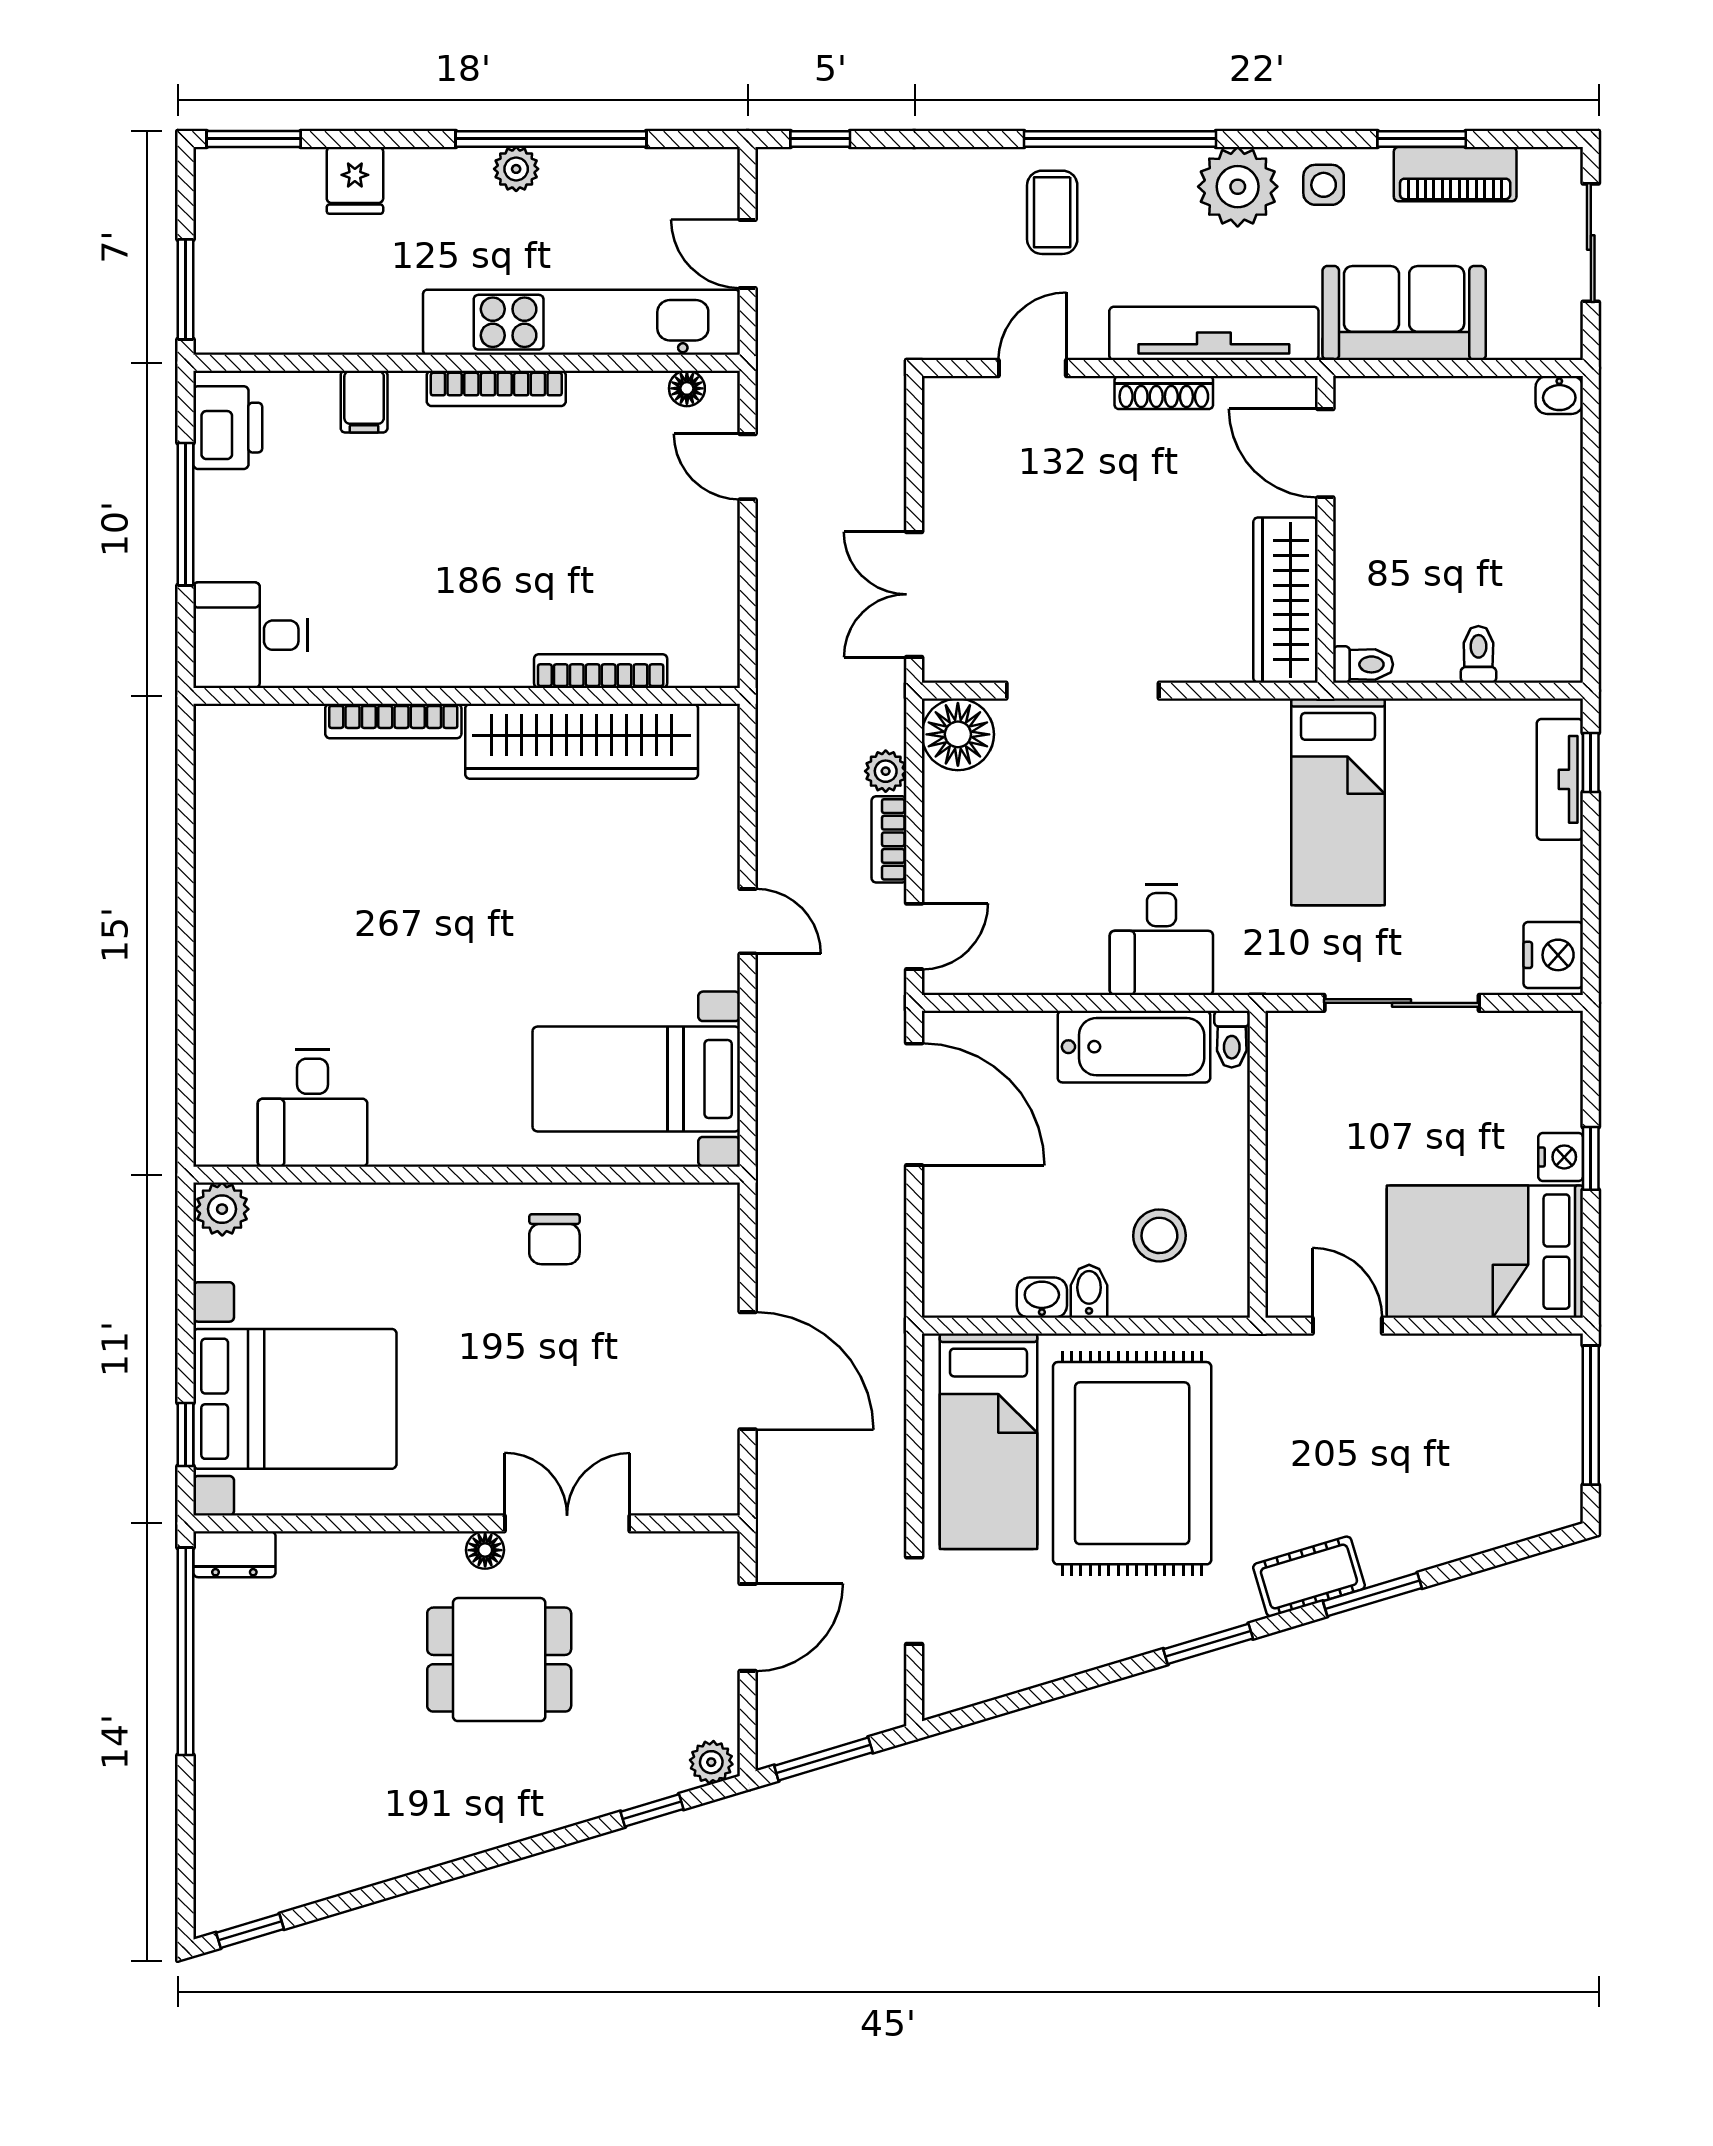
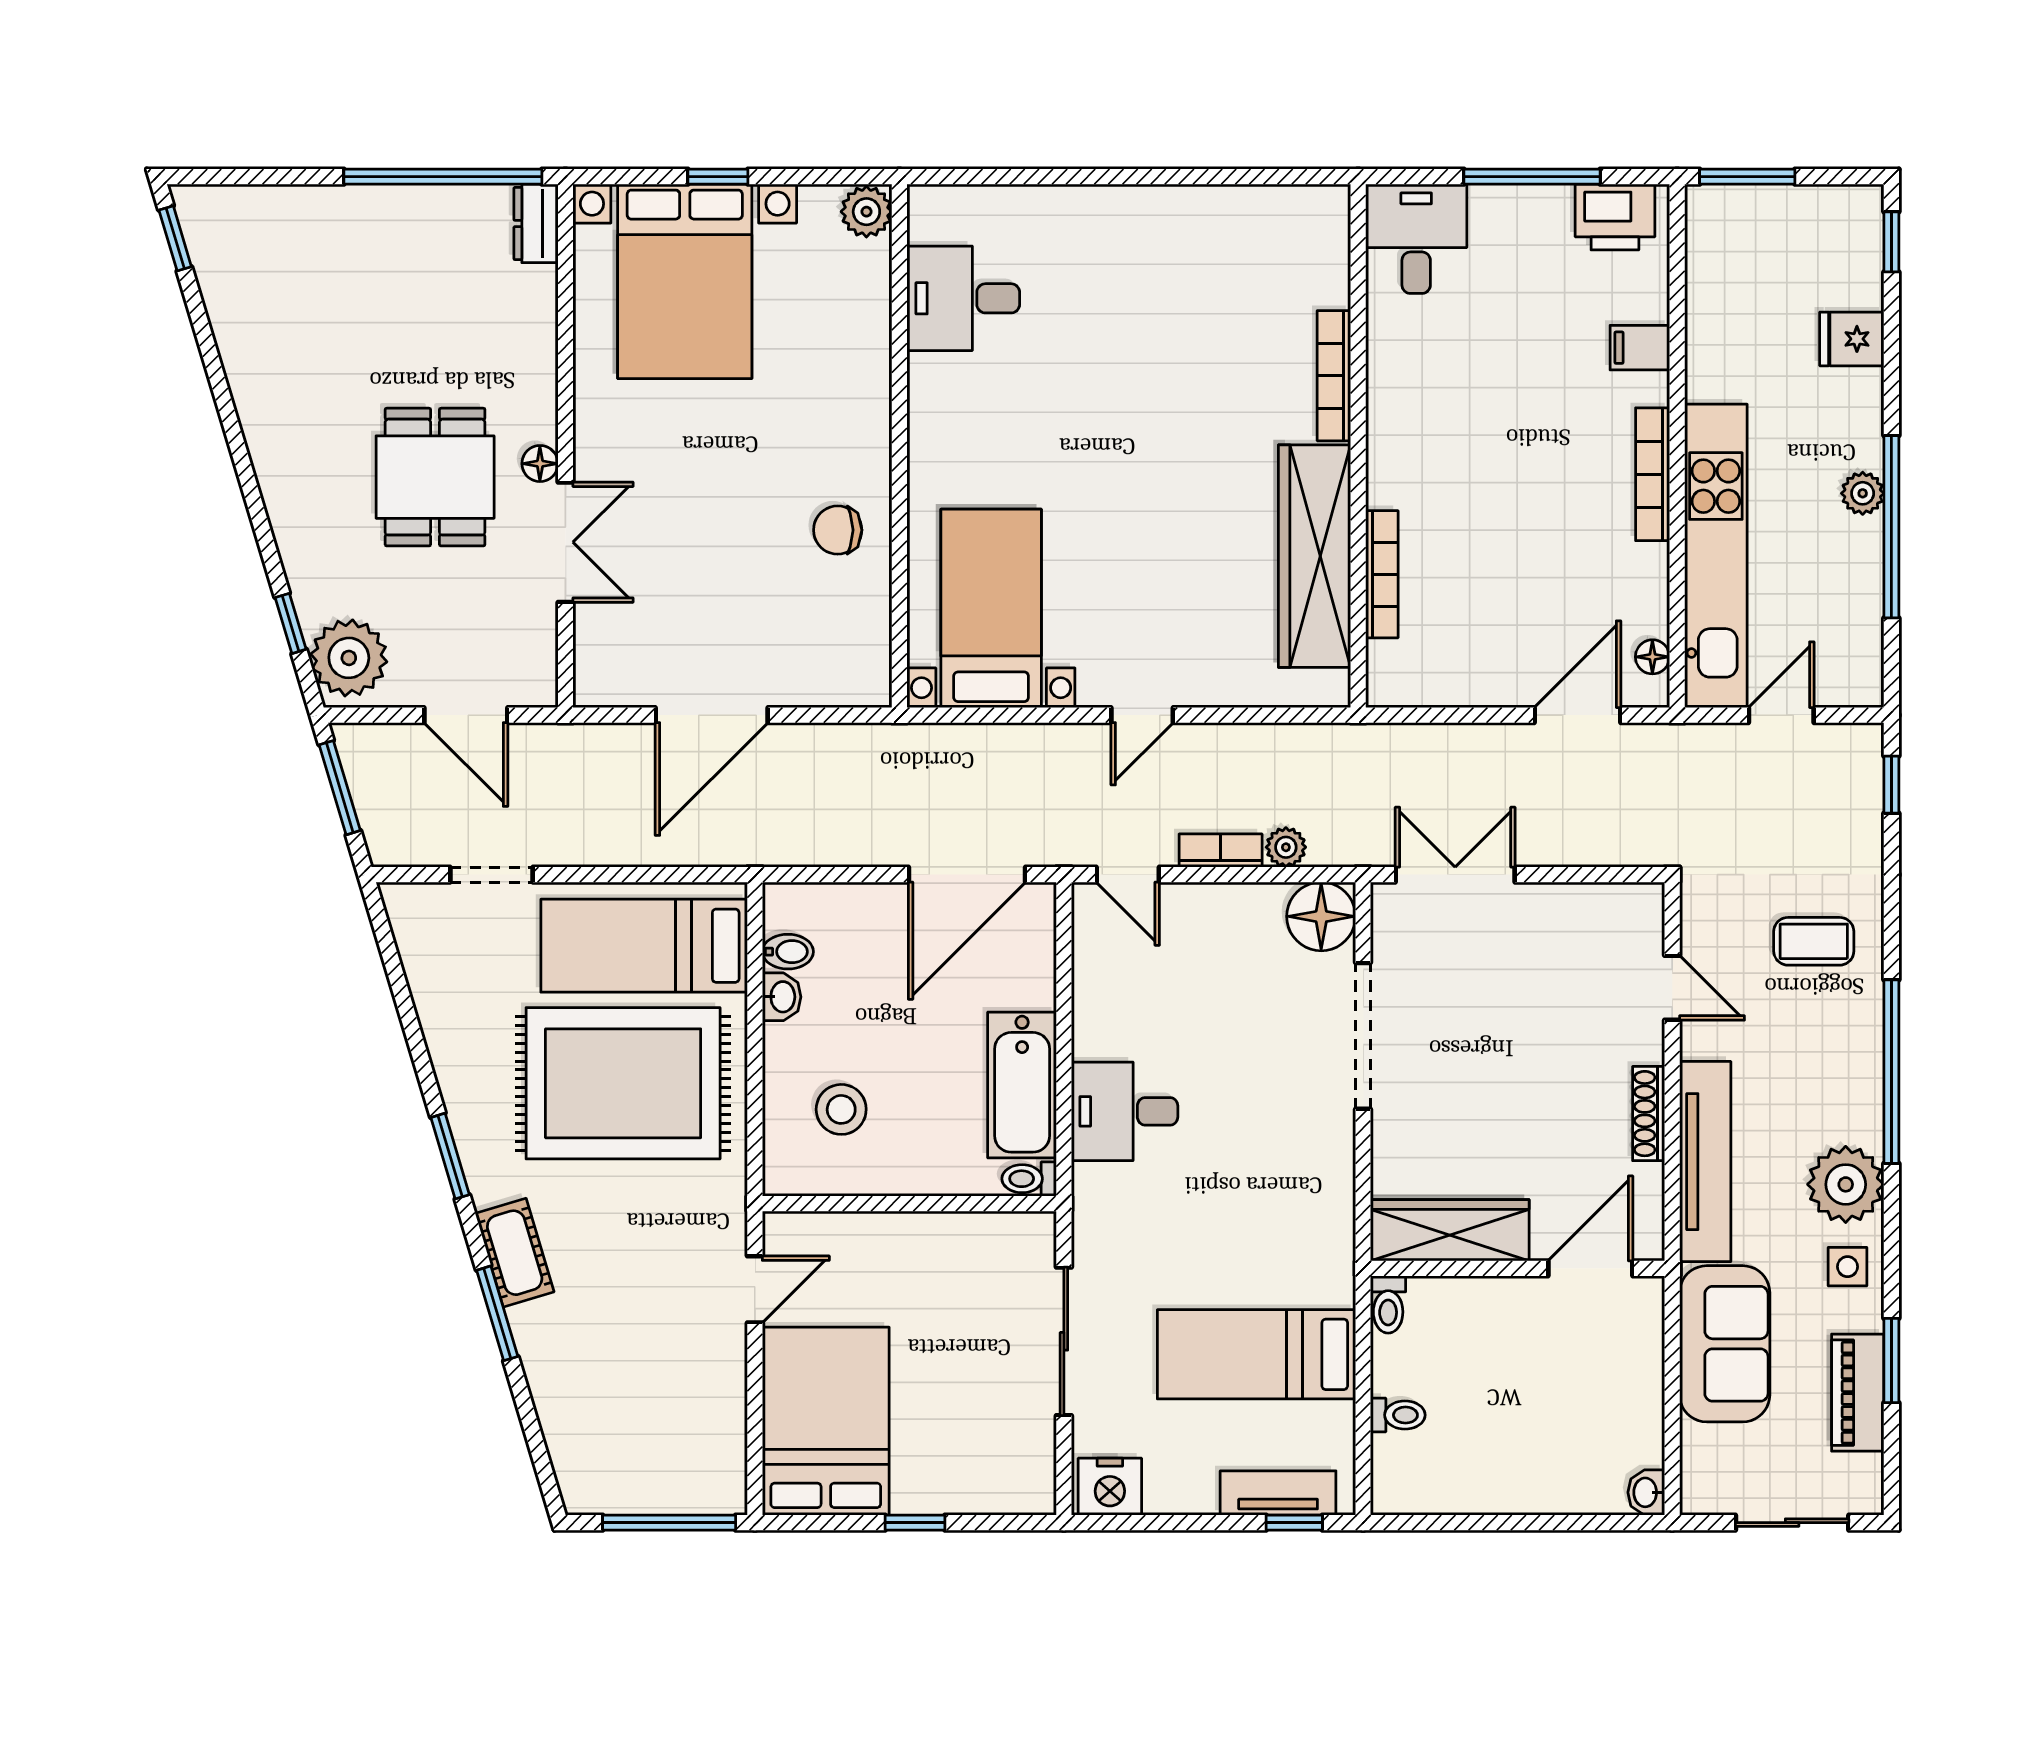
window: (254, 139) -> (1891, 242), width x0.67
coffee table: (1052, 212) -> (1814, 941), moved
door: (748, 467) -> (1577, 715), width x1.38
bed: (1338, 802) -> (1256, 1354), moved
nightstand: (1561, 1157) -> (916, 1494), removed
bidet: (1089, 1291) -> (788, 952), moved
window: (186, 1434) -> (718, 177), moved
plant: (711, 1762) -> (349, 658), width x1.87, depth x1.87

